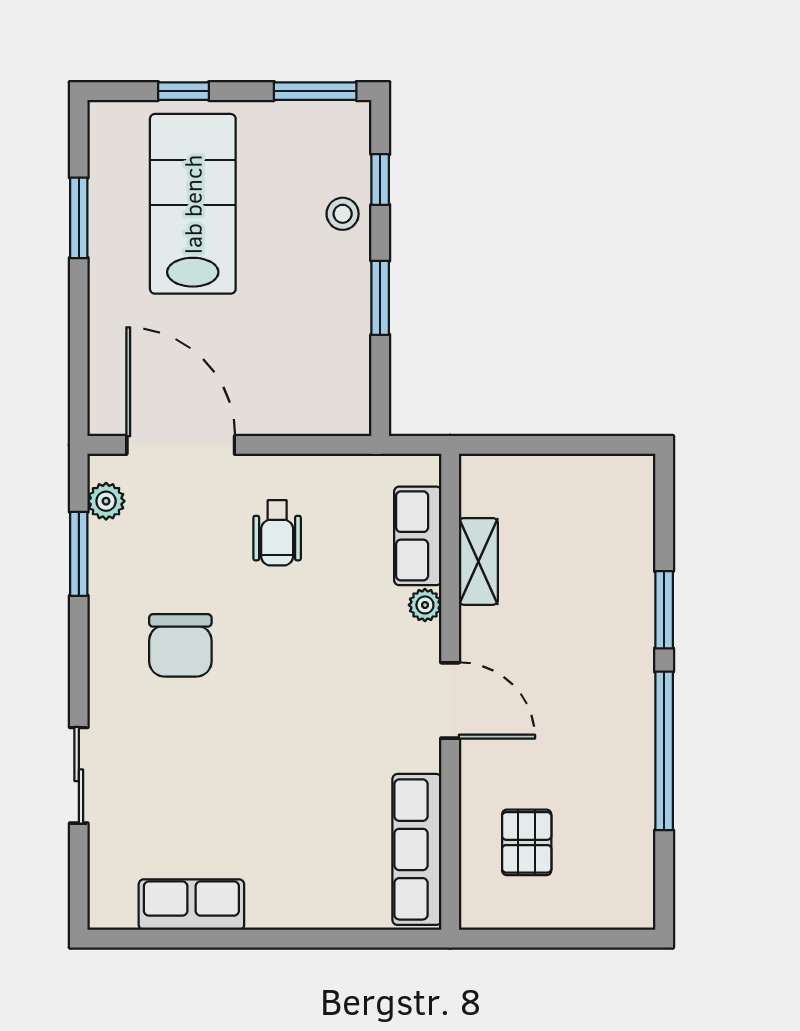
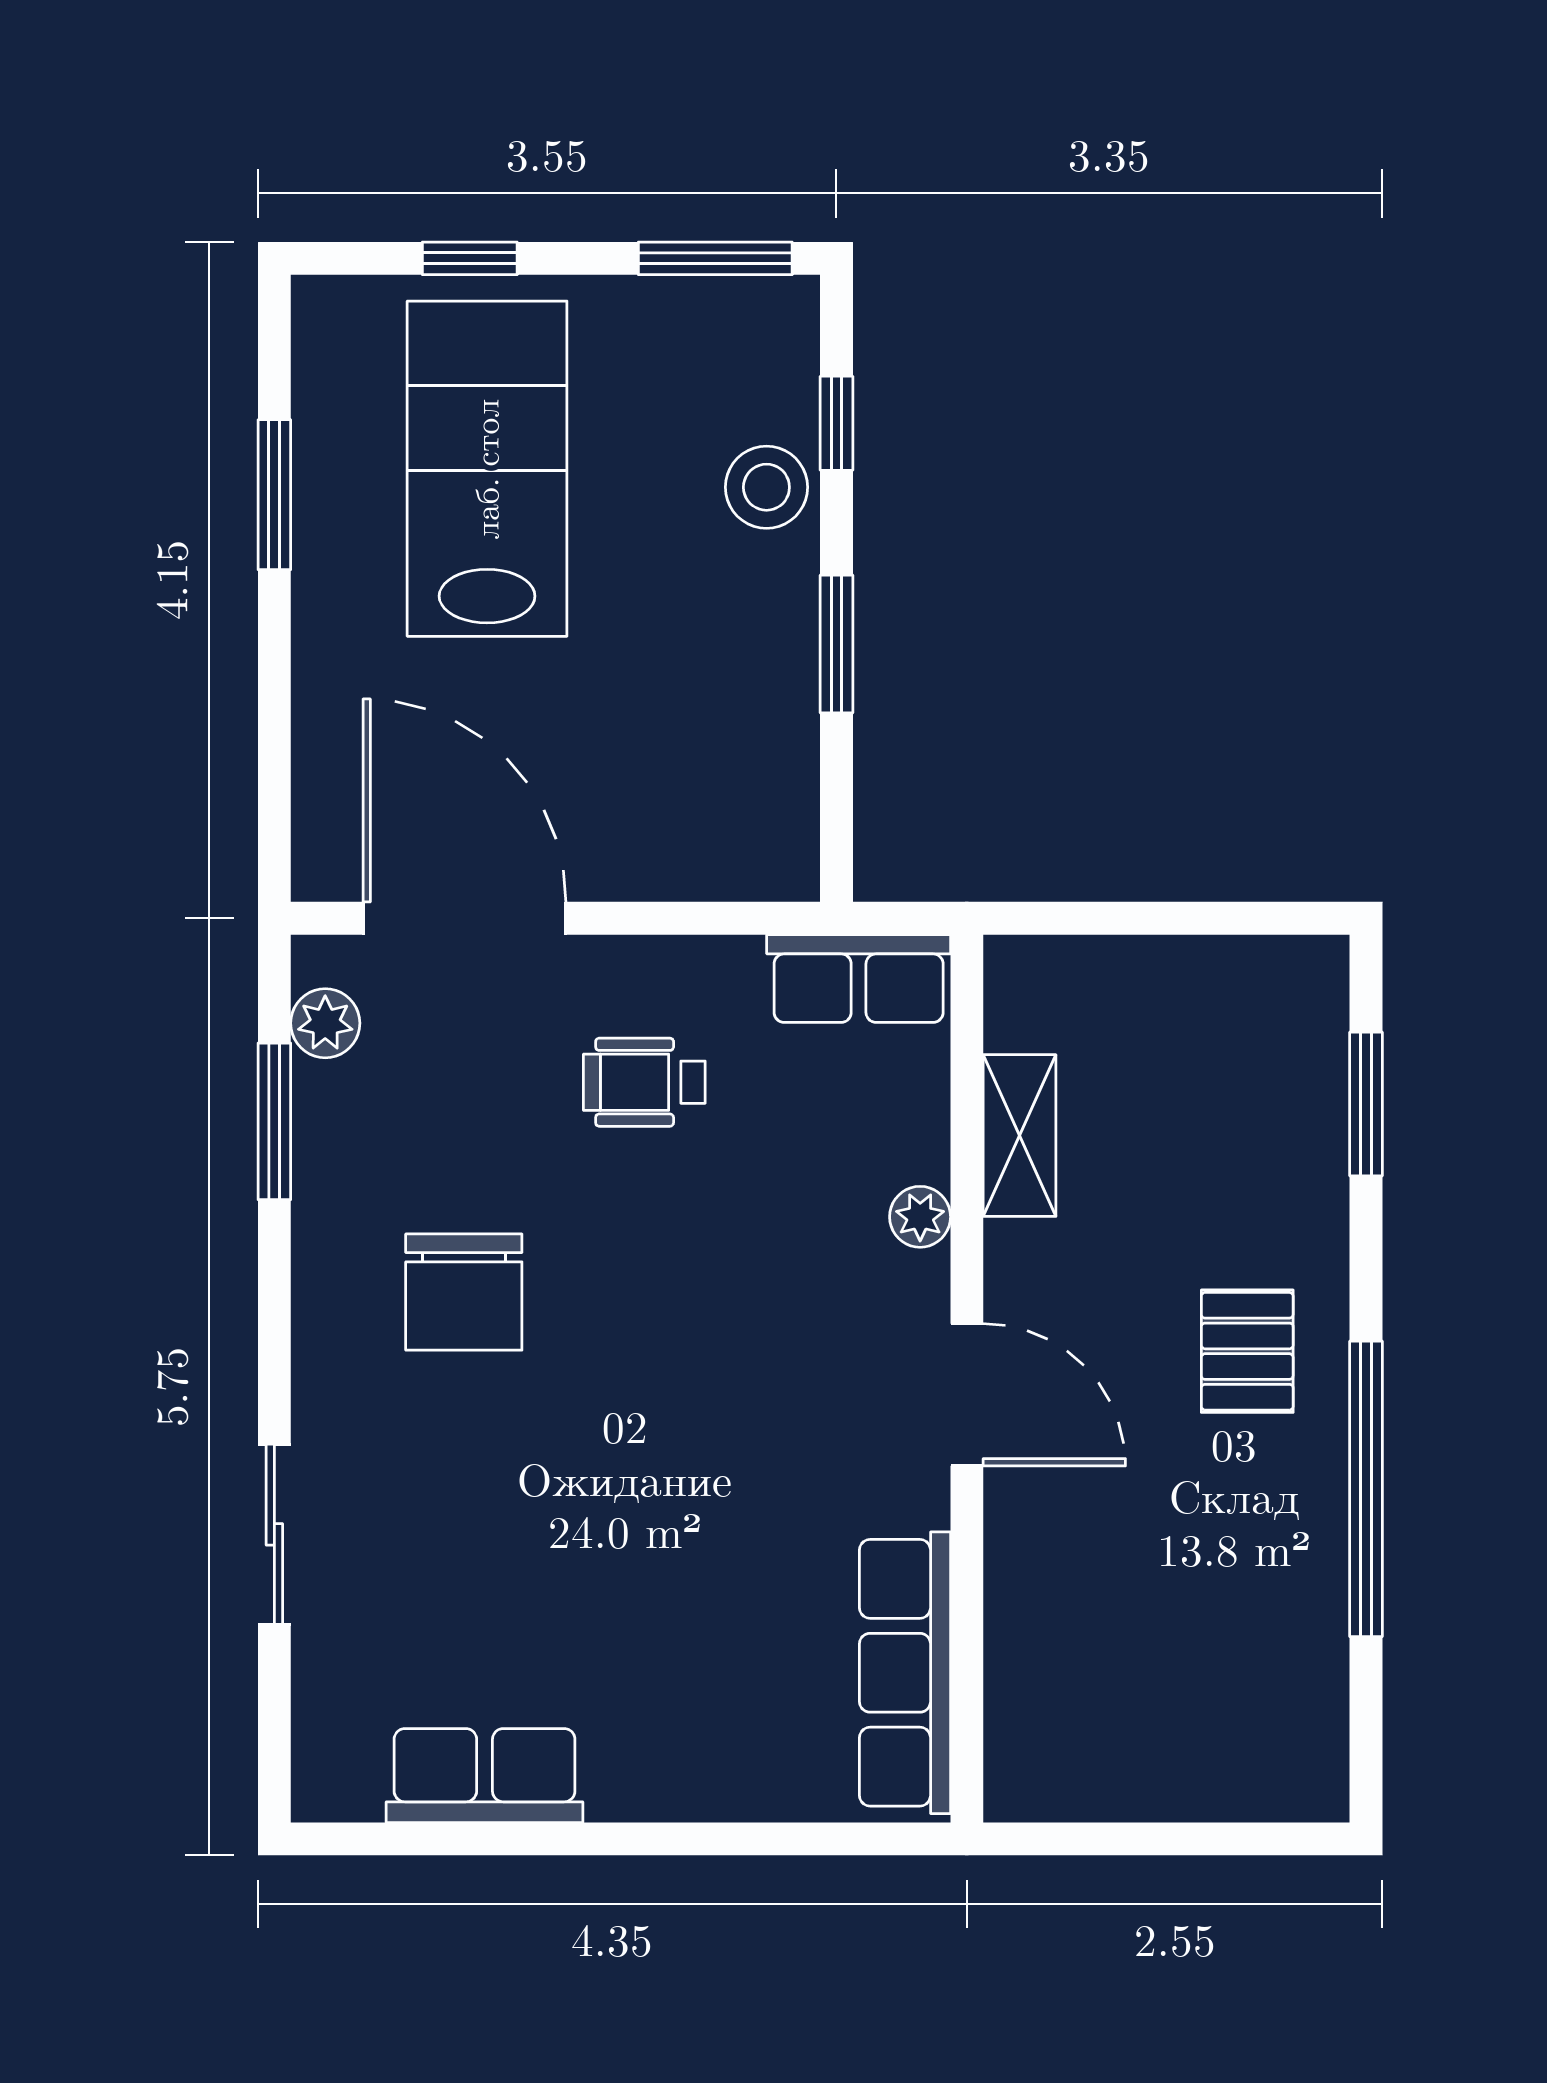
stool: (343, 214) -> (766, 487), width x1.37, depth x1.37
wheelchair: (277, 533) -> (644, 1082), turned 90
row of seats: (418, 536) -> (859, 978), moved, turned -90
window: (664, 610) -> (1366, 1104), moved
pallet: (527, 842) -> (1247, 1351), moved

